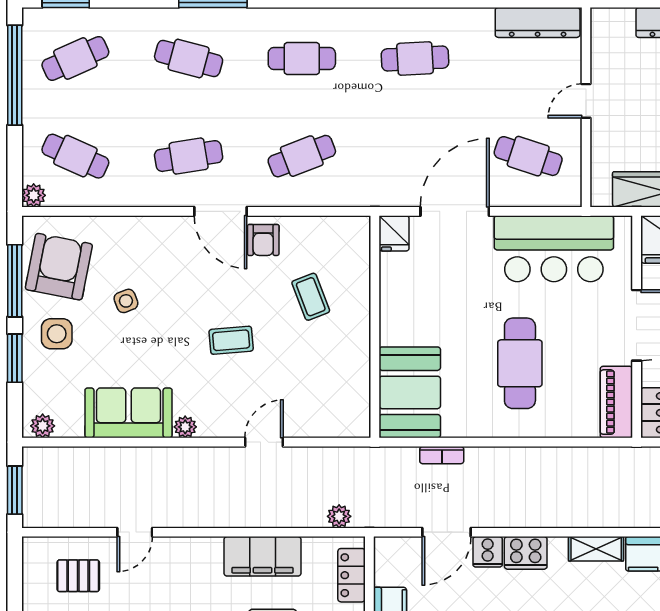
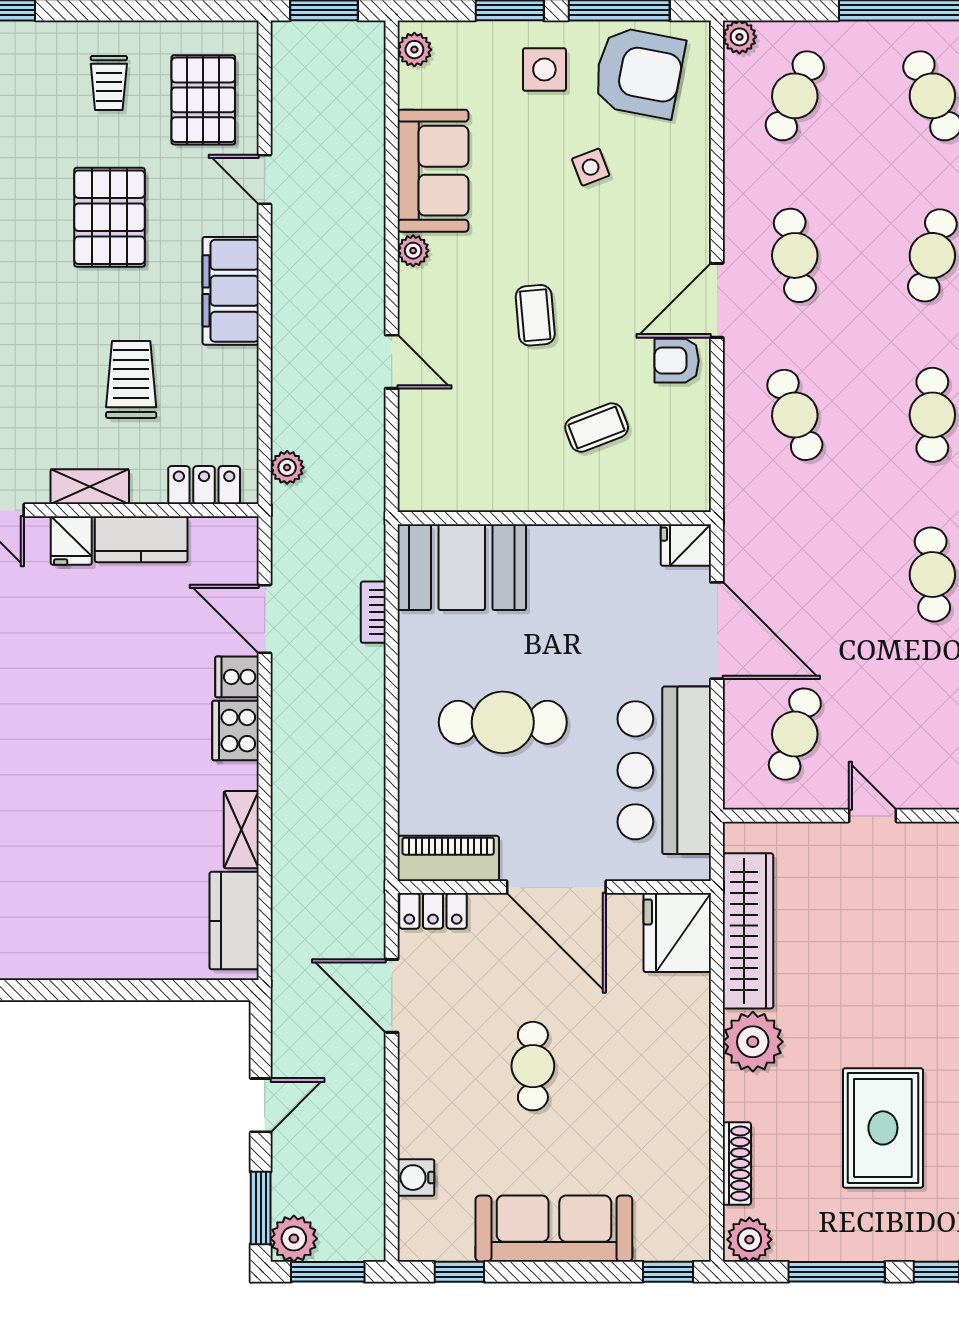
filing cabinet: (263, 556) -> (231, 291), moved
pallet: (78, 576) -> (203, 100), width x1.50, depth x1.42

